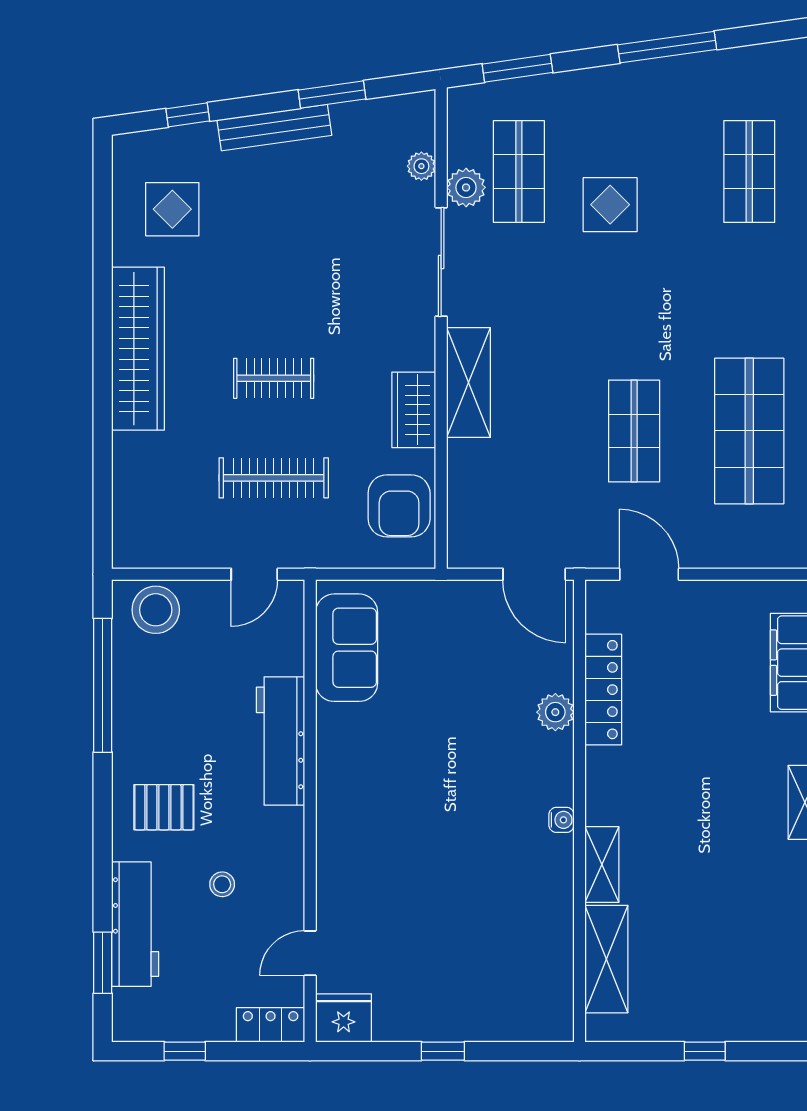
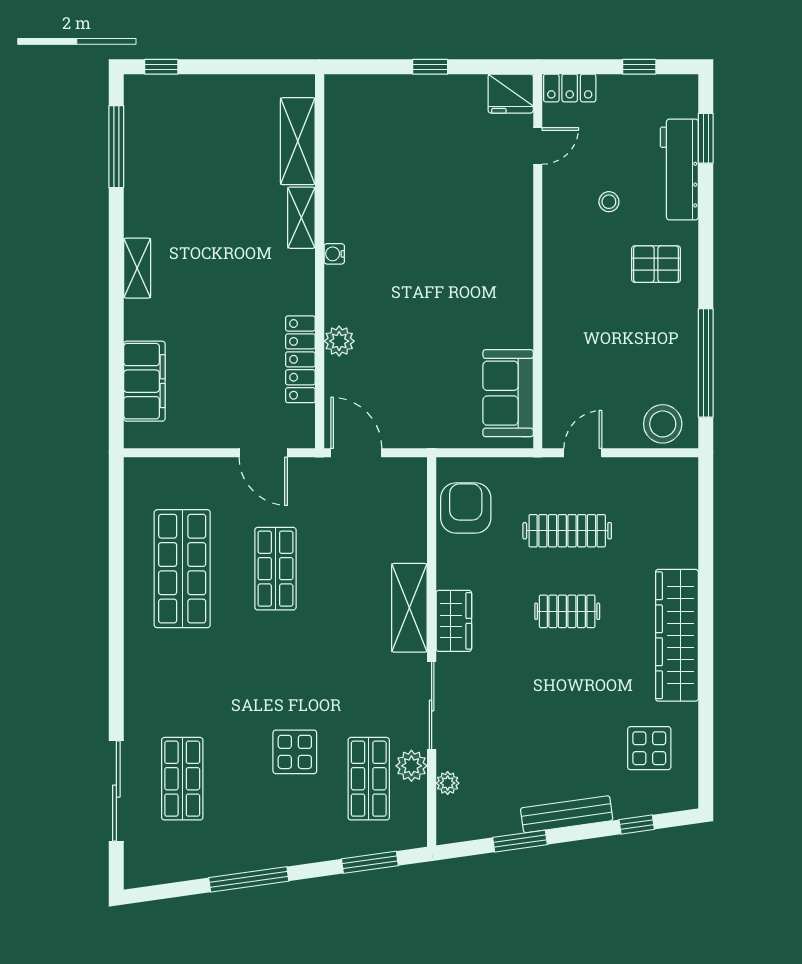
wardrobe: (414, 410) -> (454, 621), moved
workbench: (281, 741) -> (562, 318), removed
window: (705, 1051) -> (161, 67), moved

